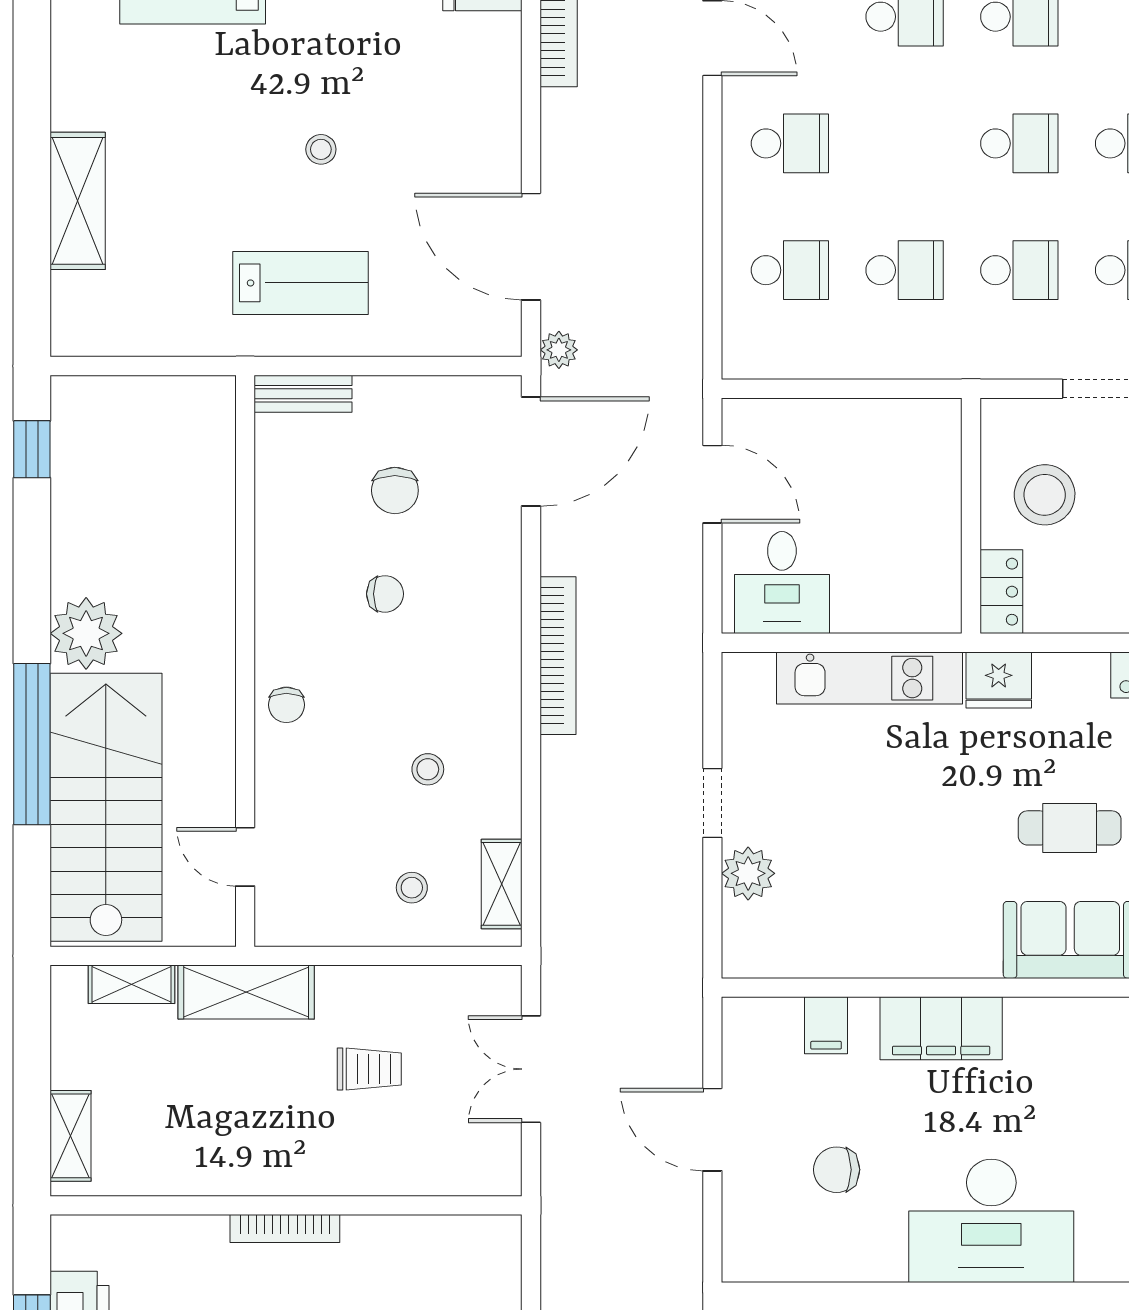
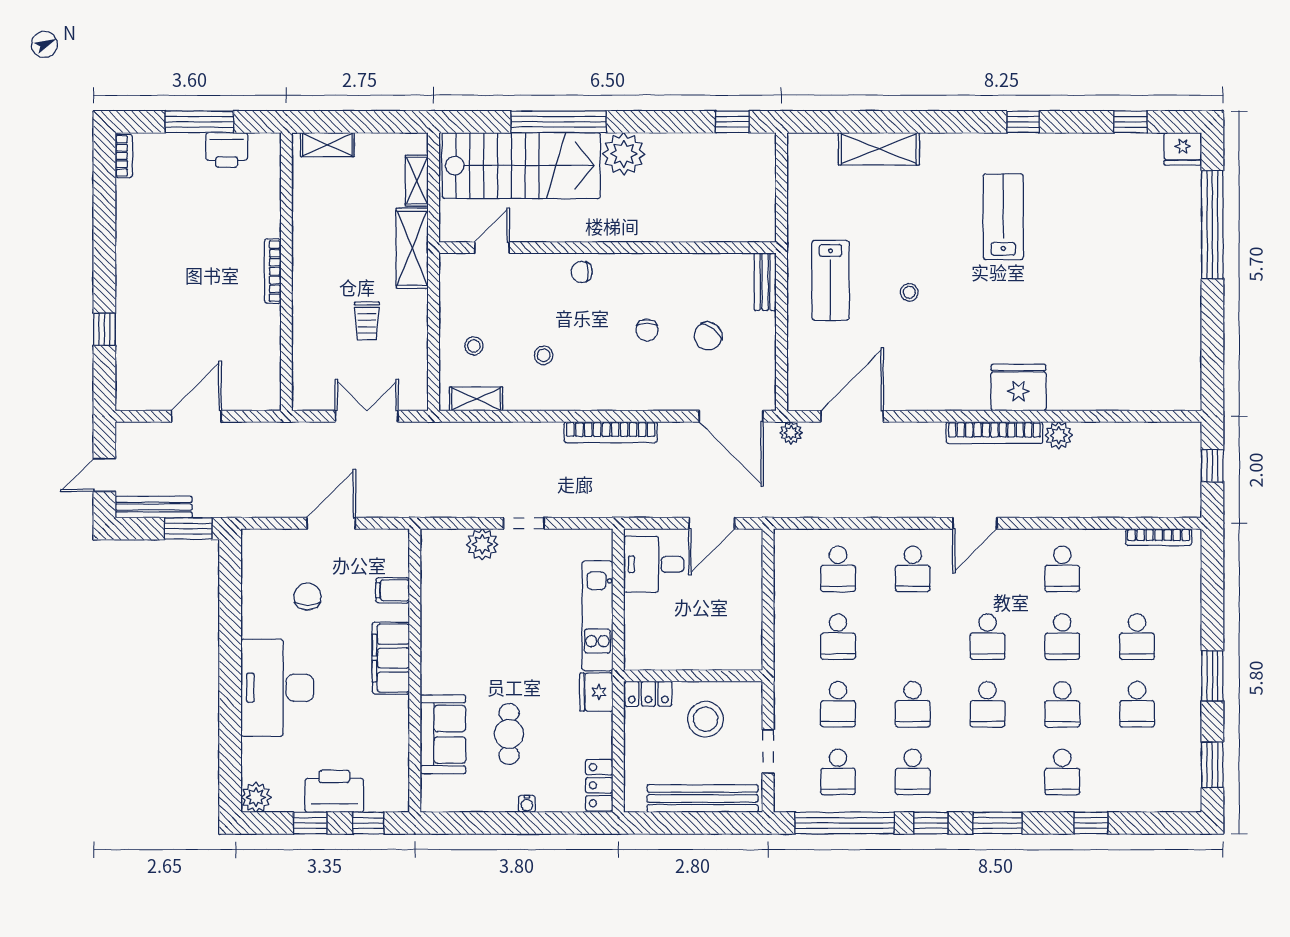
chair: (395, 490) -> (708, 336), turned -52

